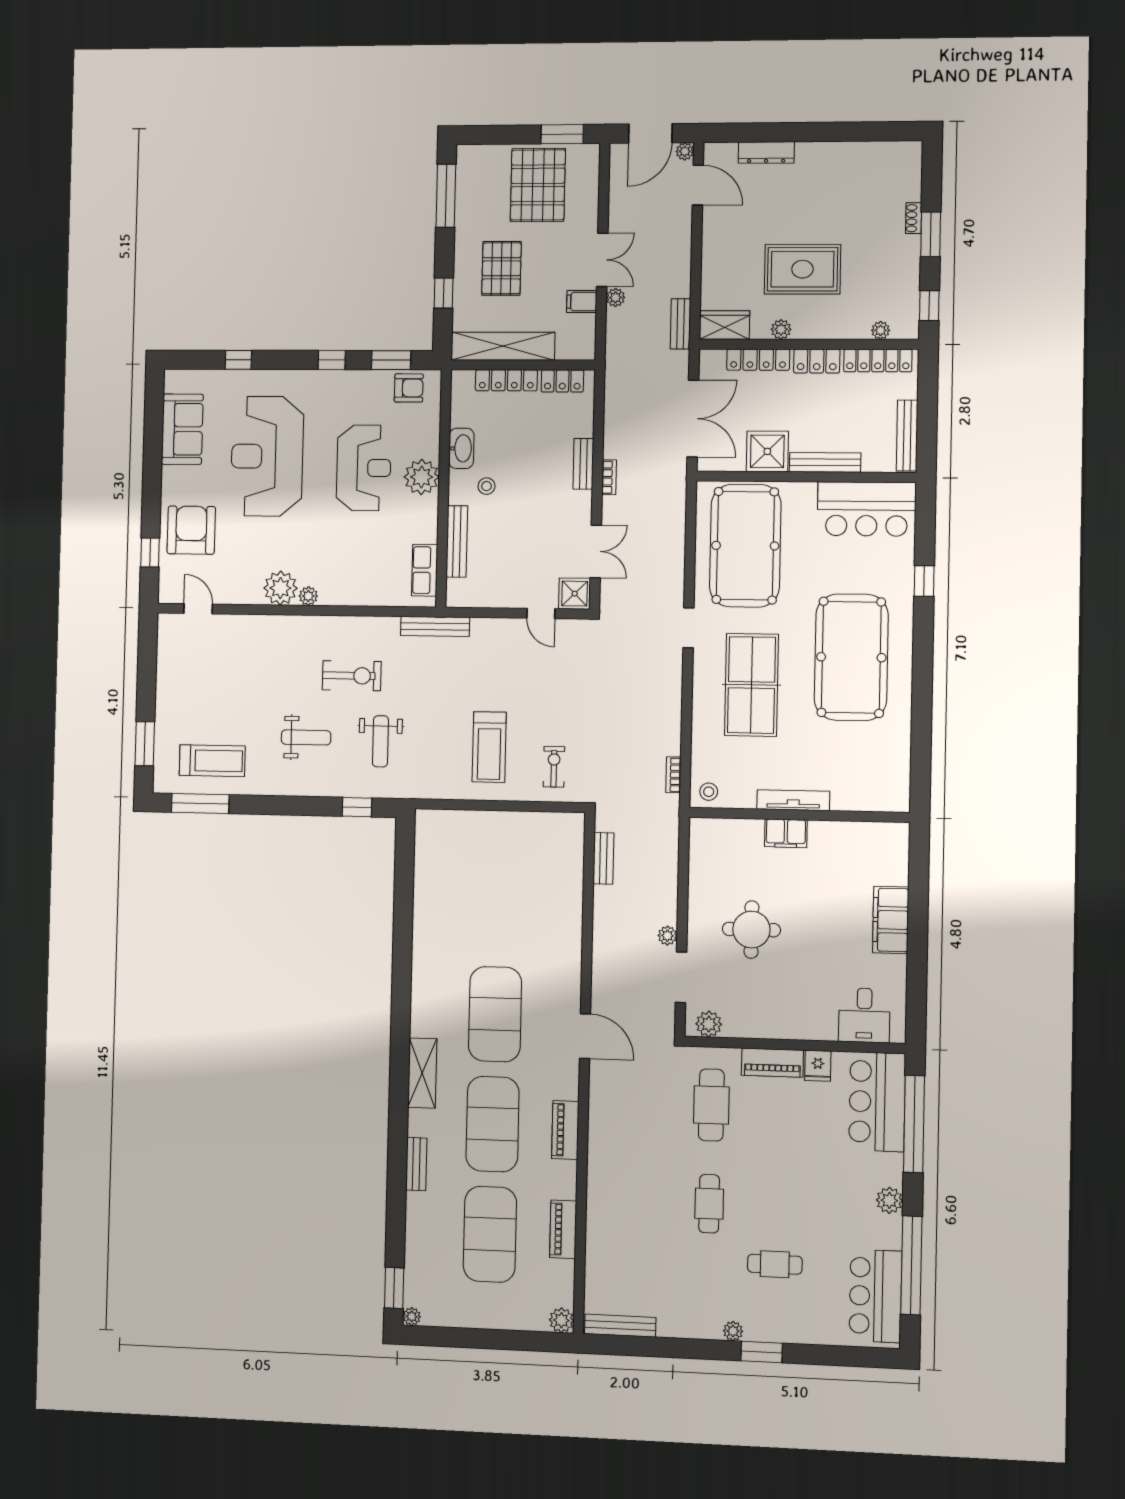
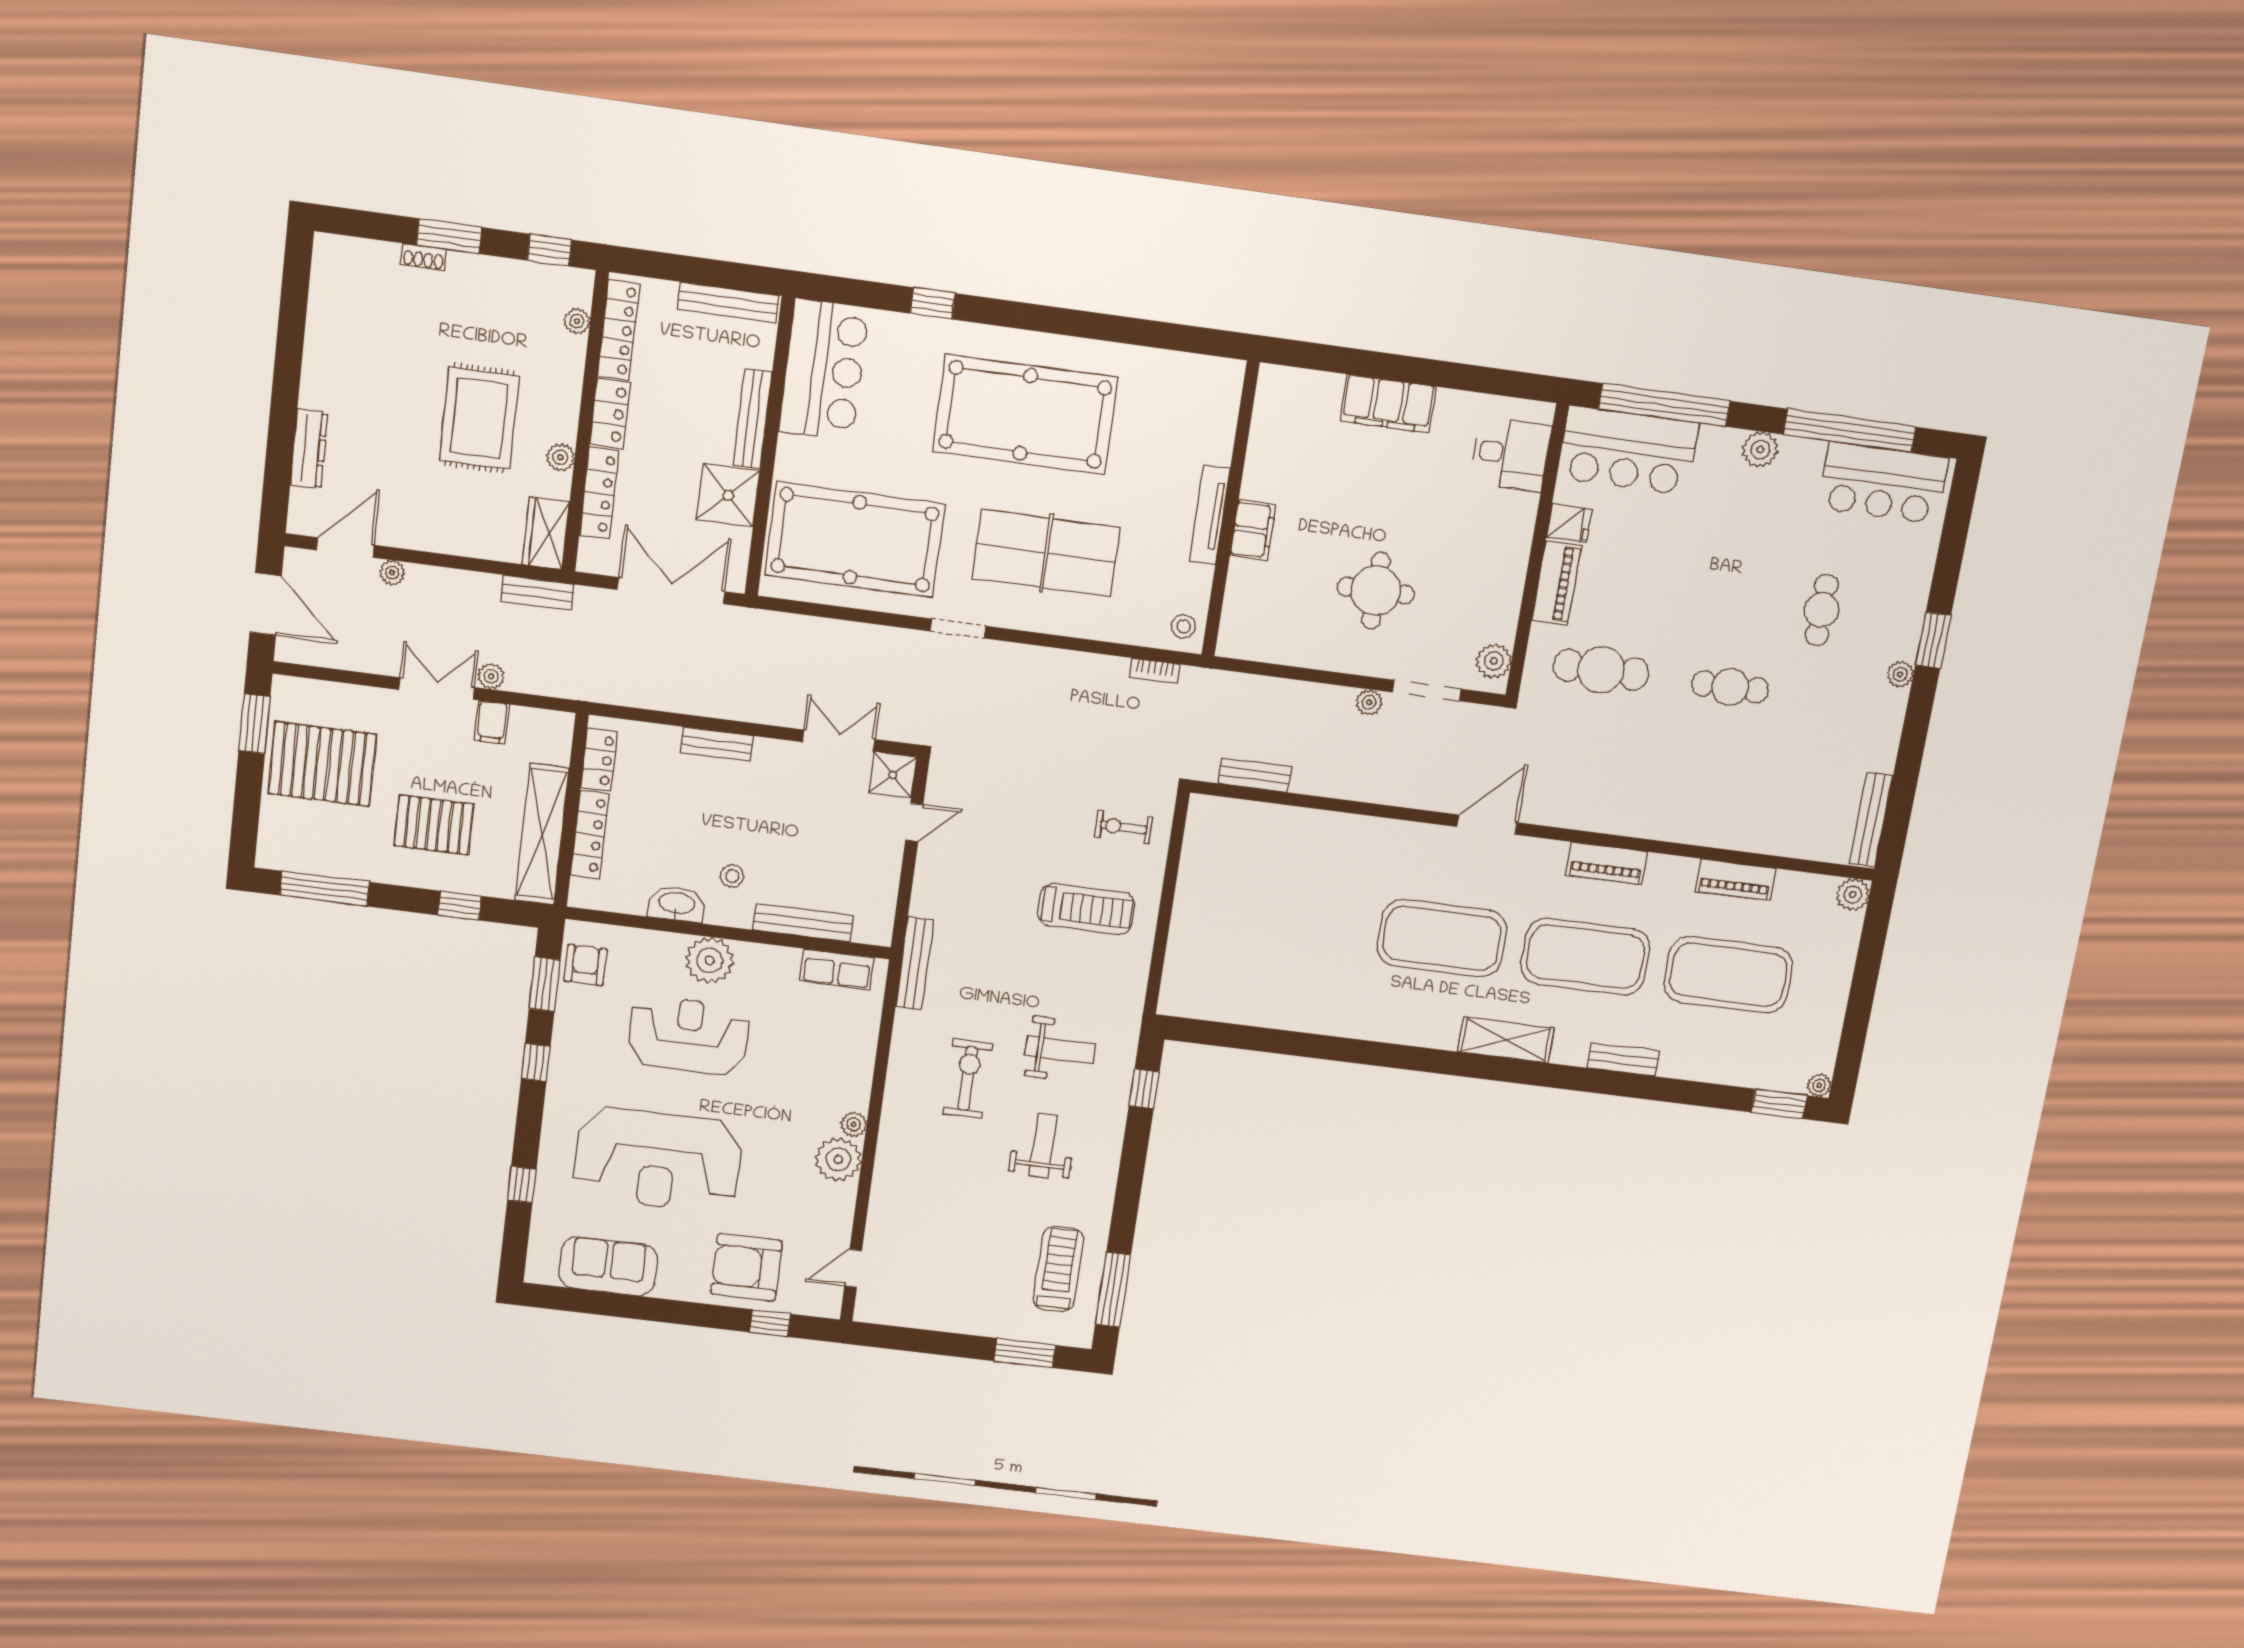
plant: (685, 151) -> (392, 573), moved
bookcase: (609, 477) -> (739, 712), removed

